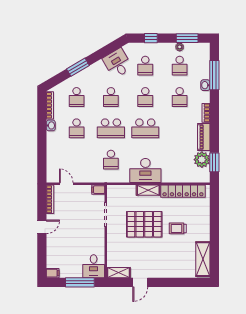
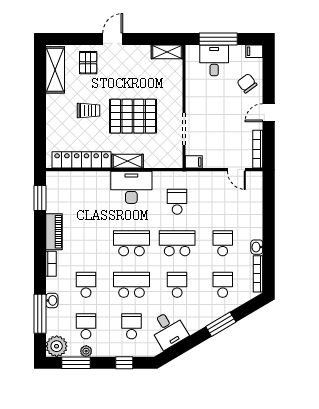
school desk: (145, 97) -> (132, 285), width x1.85
plant: (202, 160) -> (57, 346), moved
chair: (58, 249) -> (247, 83), added
pallet: (178, 265) -> (88, 63), added
desk: (94, 266) -> (214, 60), moved
door: (140, 282) -> (113, 39), moved

